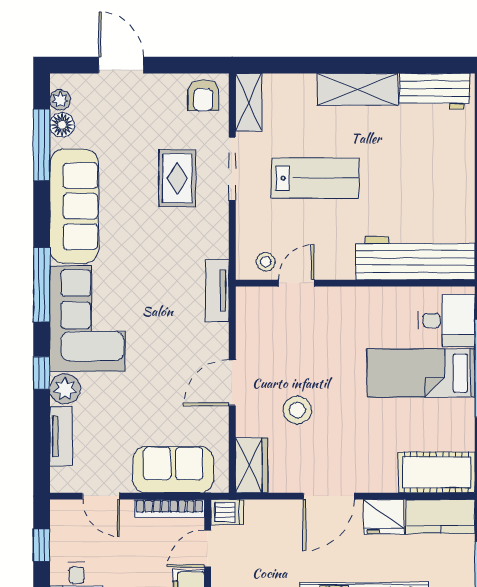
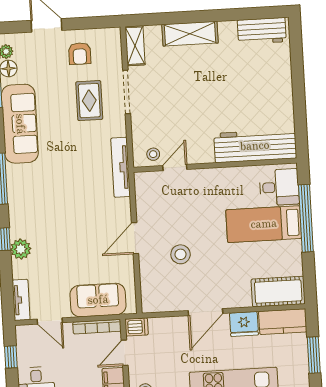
shelving: (357, 89) -> (190, 34), moved
armchair: (203, 95) -> (80, 54), moved
lab bench: (315, 178) -> (184, 95), removed
tv unit: (217, 291) -> (121, 167), width x1.41
corner sofa: (88, 319) -> (33, 200), removed
tv unit: (61, 436) -> (21, 300), moved
wardrobe: (252, 465) -> (151, 294), removed

